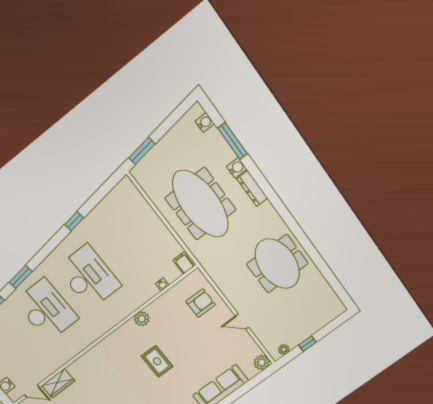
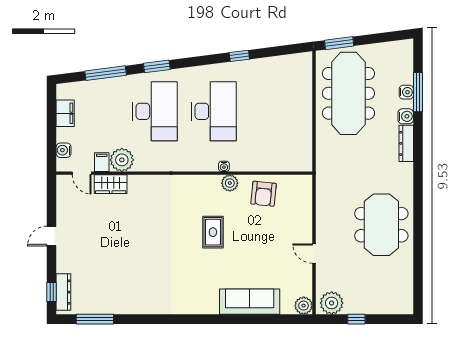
water cooler: (205, 122) -> (406, 92), moved
meeting table: (200, 204) -> (348, 93), moved
filing cabinet: (184, 263) -> (102, 162), moved
water cooler: (162, 284) -> (224, 166), moved
armchair: (201, 303) -> (264, 194), moved, turned 96
plant: (284, 349) -> (332, 303), width x1.88, depth x1.88
plant: (52, 361) -> (122, 160), added

